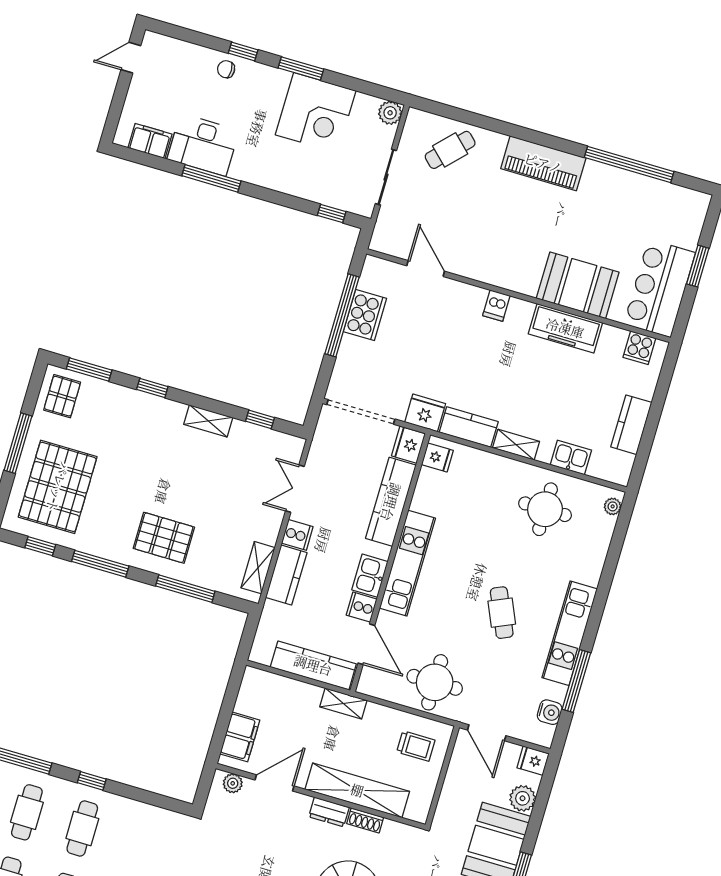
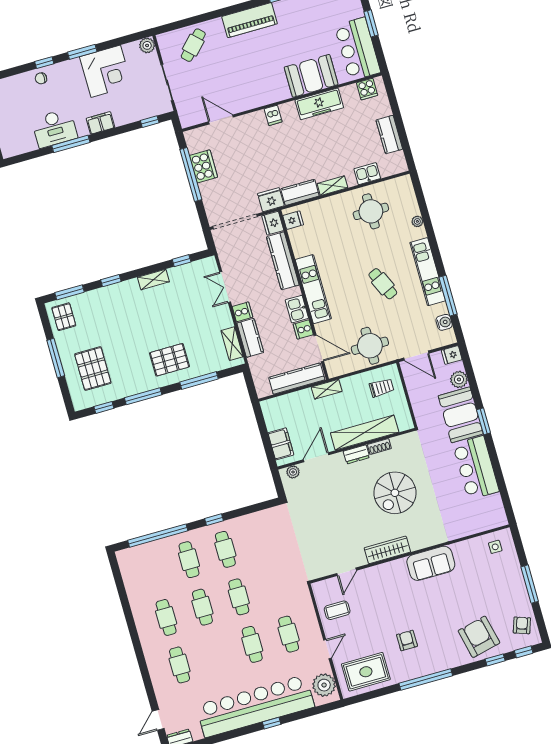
filing cabinet: (150, 141) -> (100, 123), moved
pallet: (58, 487) -> (93, 369), width x0.73, depth x0.71
plant: (613, 506) -> (417, 221), moved

